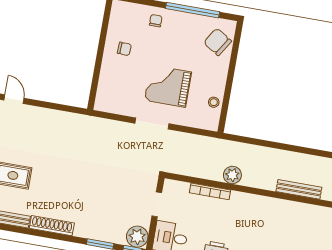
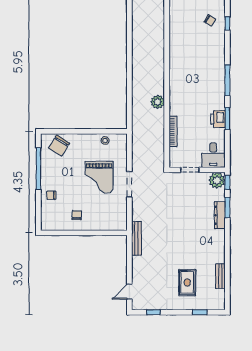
plant: (232, 175) -> (158, 102), moved
bench: (299, 189) -> (137, 238), moved
shoe rack: (52, 226) -> (220, 246), removed
dresser: (92, 232) -> (220, 215), added

